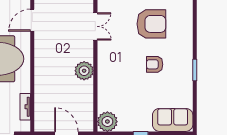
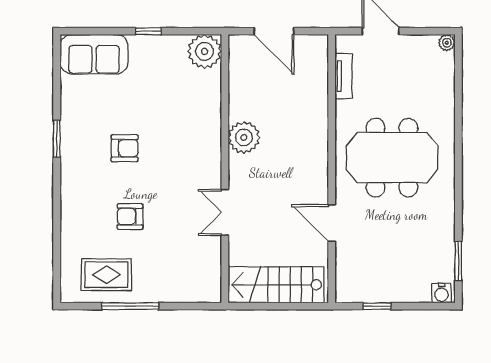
door: (32, 20) -> (332, 223), swing flipped
armchair: (151, 24) -> (130, 216), width x0.53, depth x0.53

